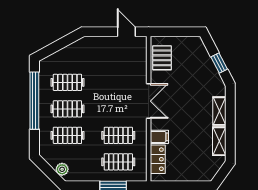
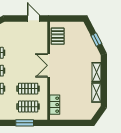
double door: (149, 101) -> (49, 65), swing flipped
filing cabinet: (159, 137) -> (56, 90), removed

